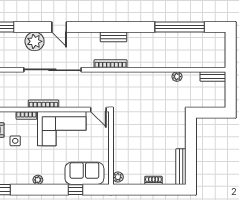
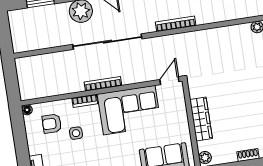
door: (98, 110) -> (169, 81), swing flipped
wardrobe: (120, 145) -> (201, 119), added

